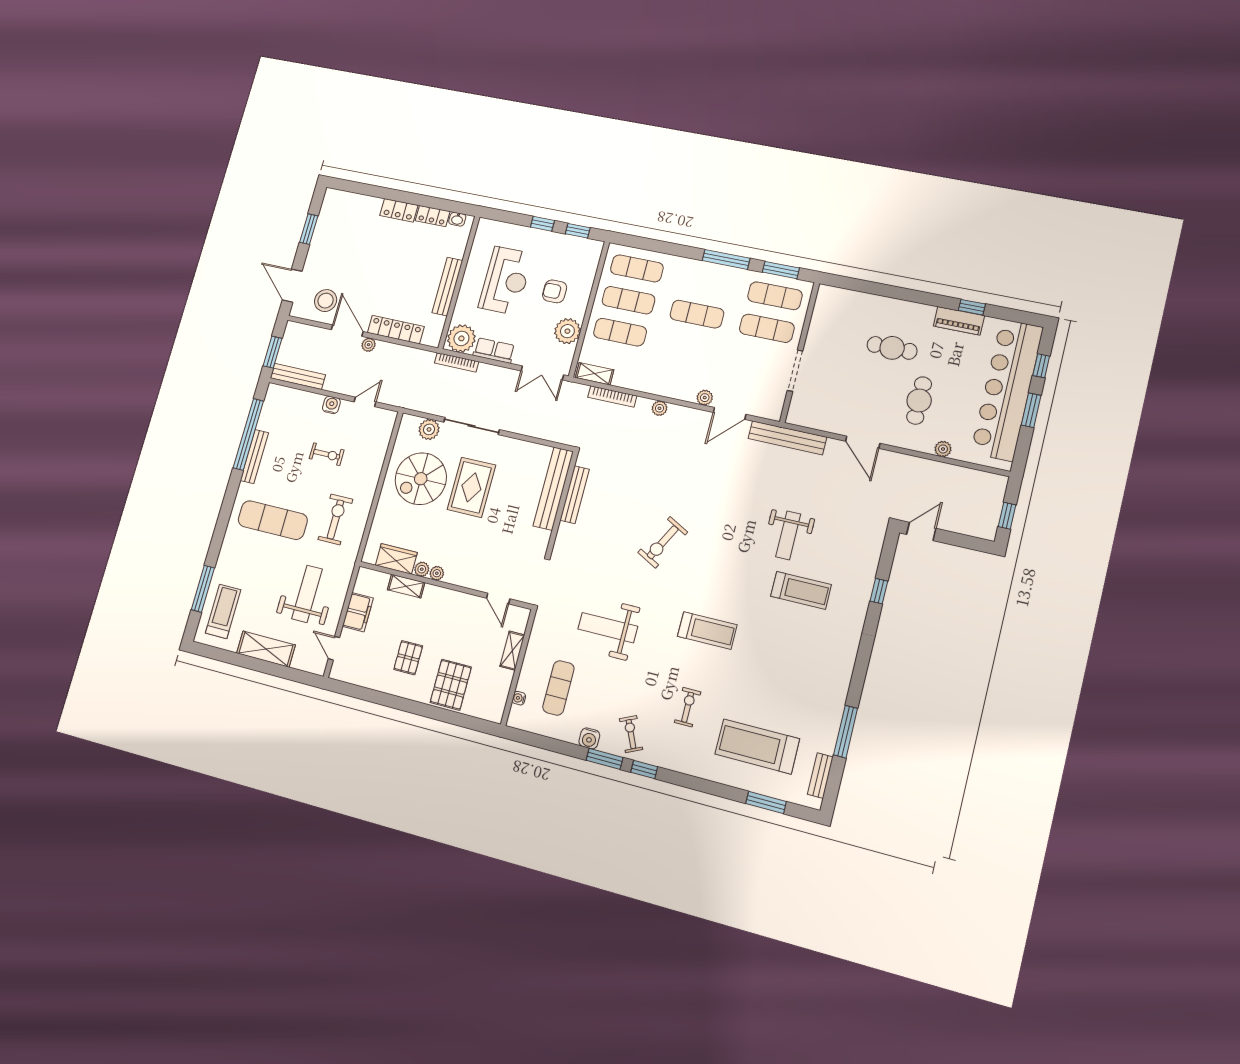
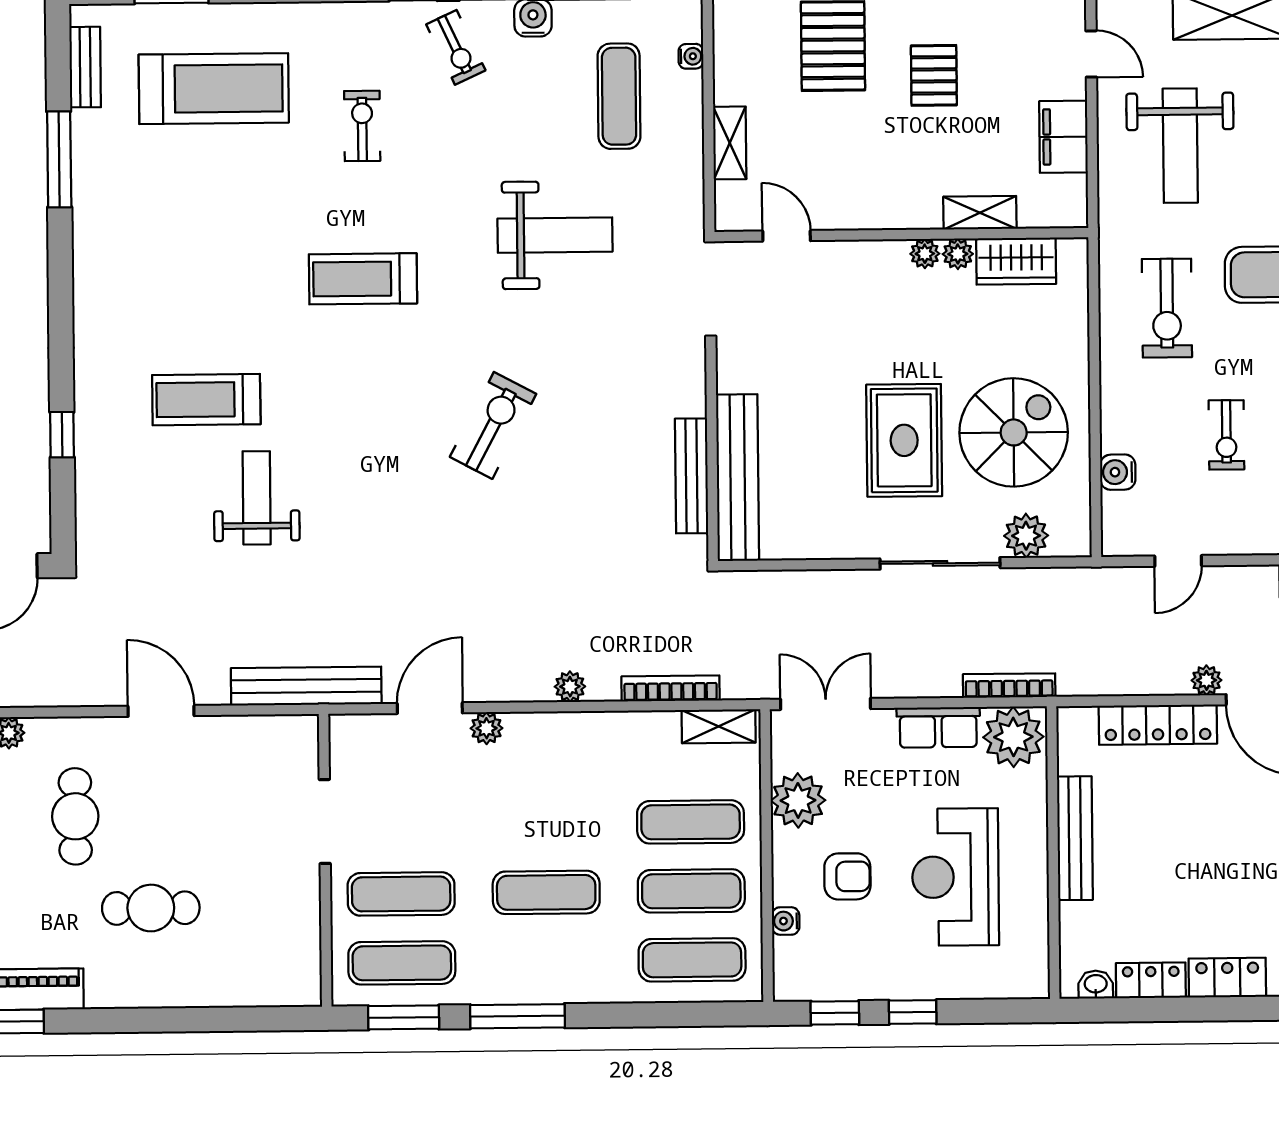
water cooler: (589, 277) -> (786, 921), added
water cooler: (331, 405) -> (1118, 472), moved, turned 90
exercise bike: (327, 454) -> (1226, 435), turned -90
exercise bike: (688, 707) -> (362, 126), turned 180

